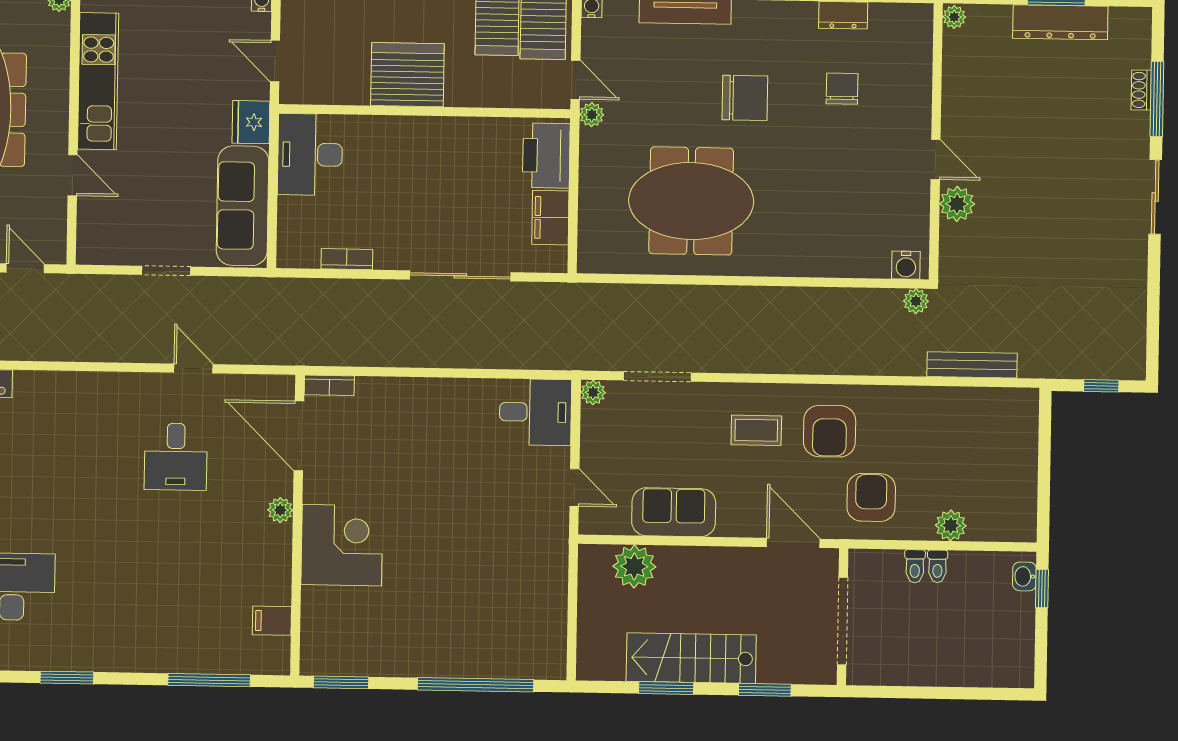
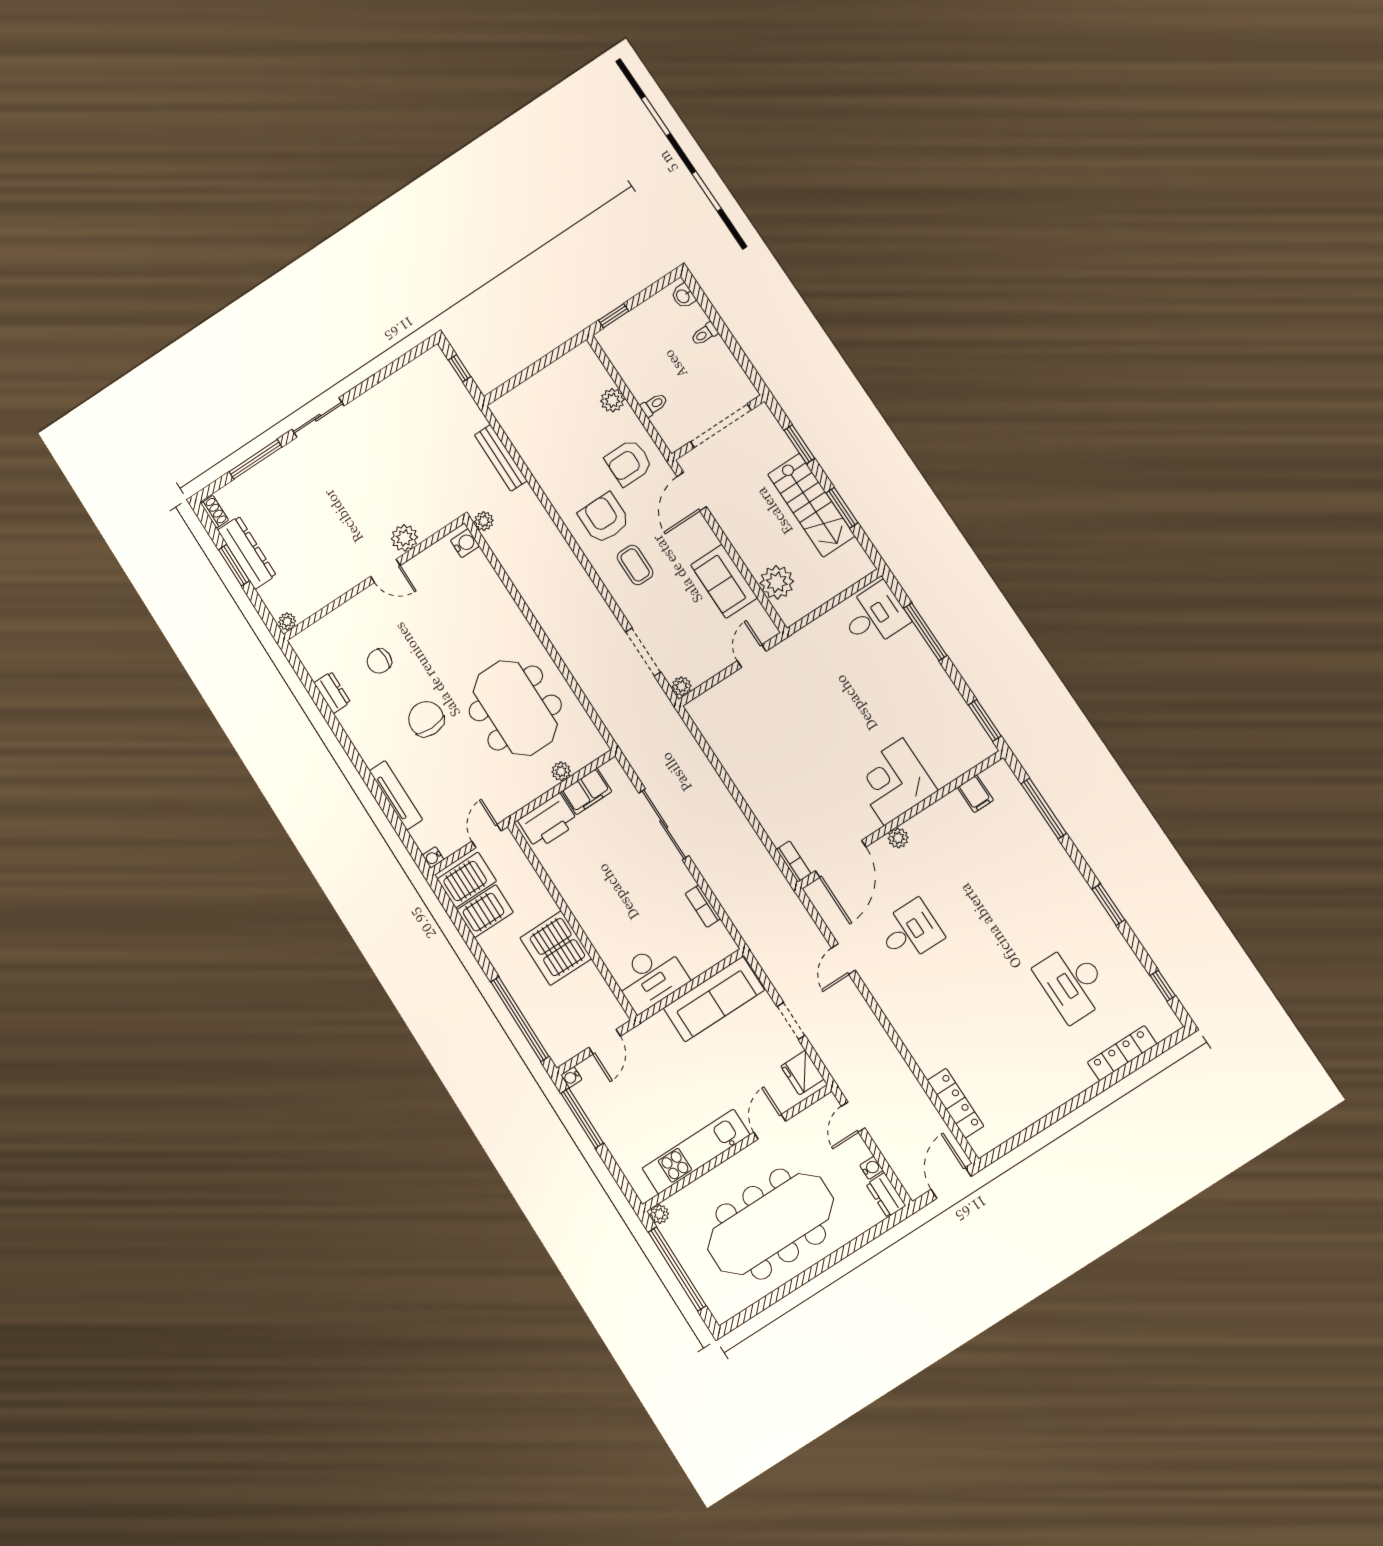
shoe rack: (1141, 90) -> (215, 512), moved, turned -90
plant: (592, 115) -> (561, 771), moved
fridge: (251, 122) -> (802, 1073), moved, turned 90
door: (936, 159) -> (385, 571), swing flipped
desk: (535, 412) -> (874, 616), moved, turned 90
armchair: (830, 431) -> (604, 518), turned -90
toilet: (937, 566) -> (704, 334), moved, turned 180
washbasin: (1024, 576) -> (683, 296), moved, turned 90
window: (475, 685) -> (925, 632), width x0.68

